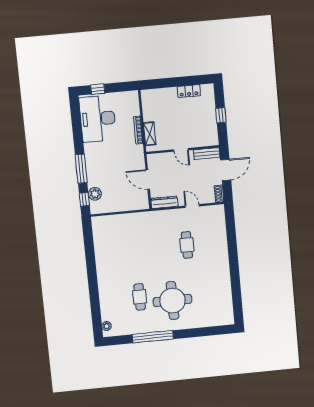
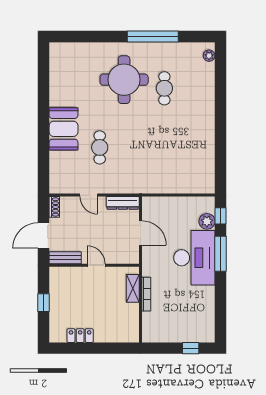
desk: (98, 119) -> (194, 258), moved
booth: (217, 257) -> (64, 129), added

